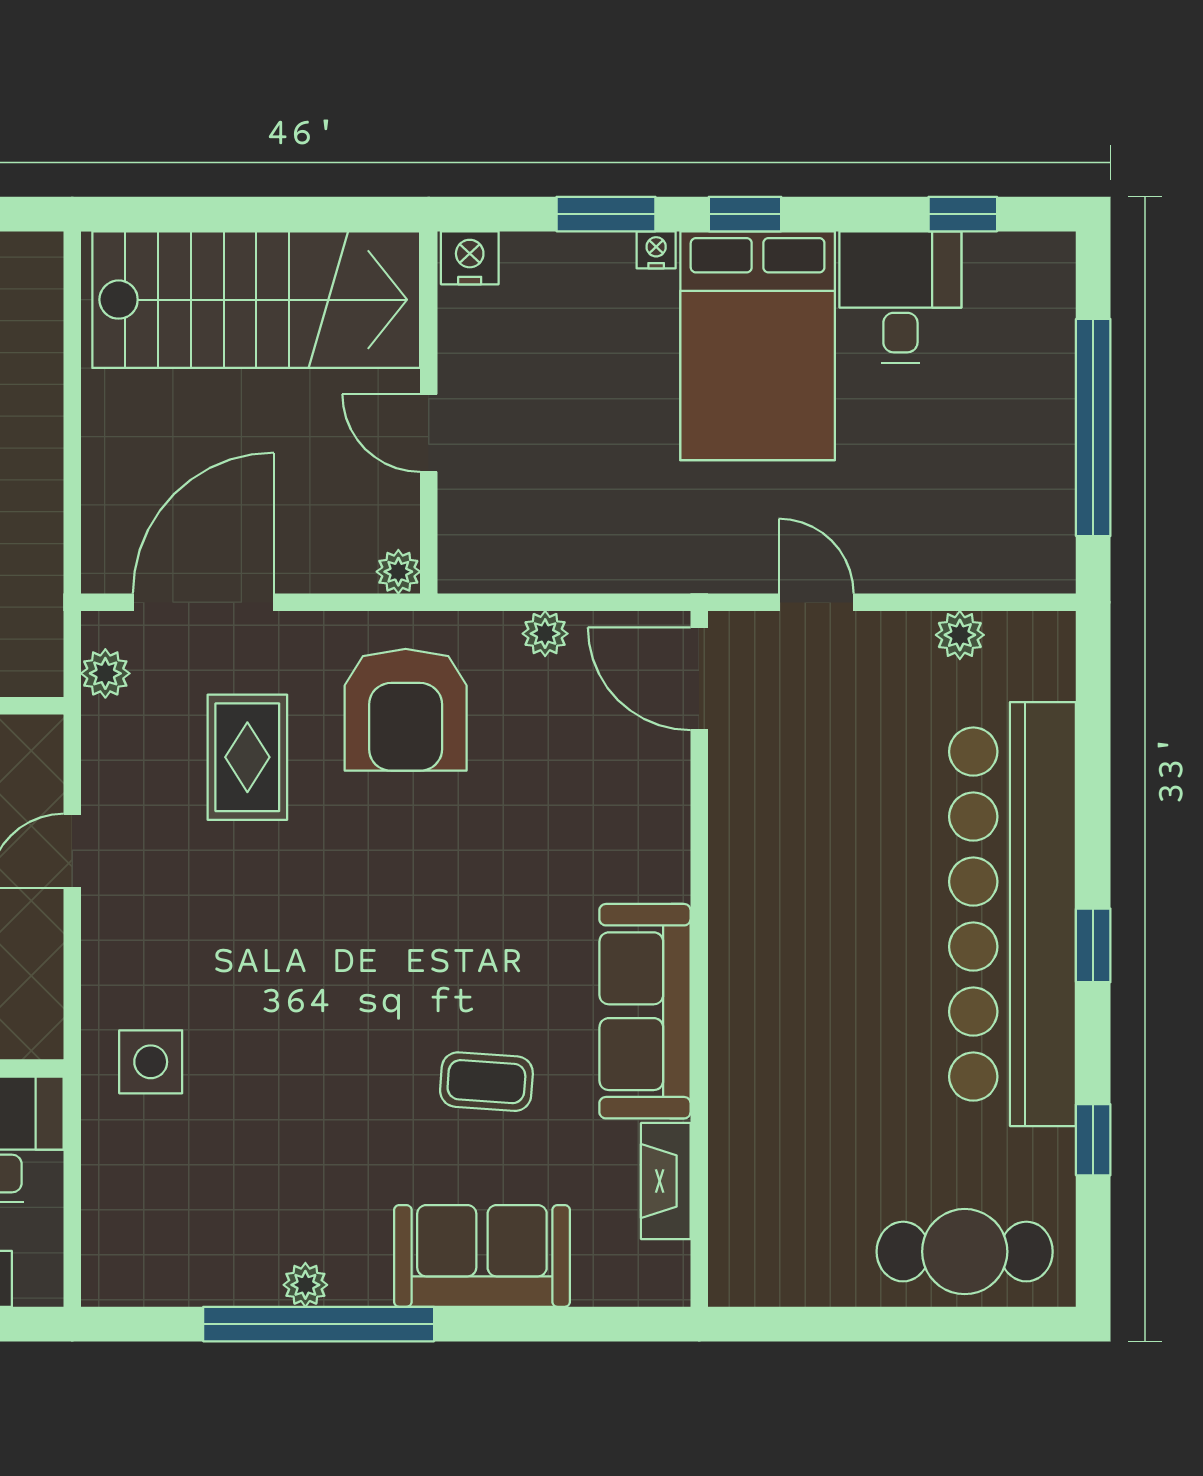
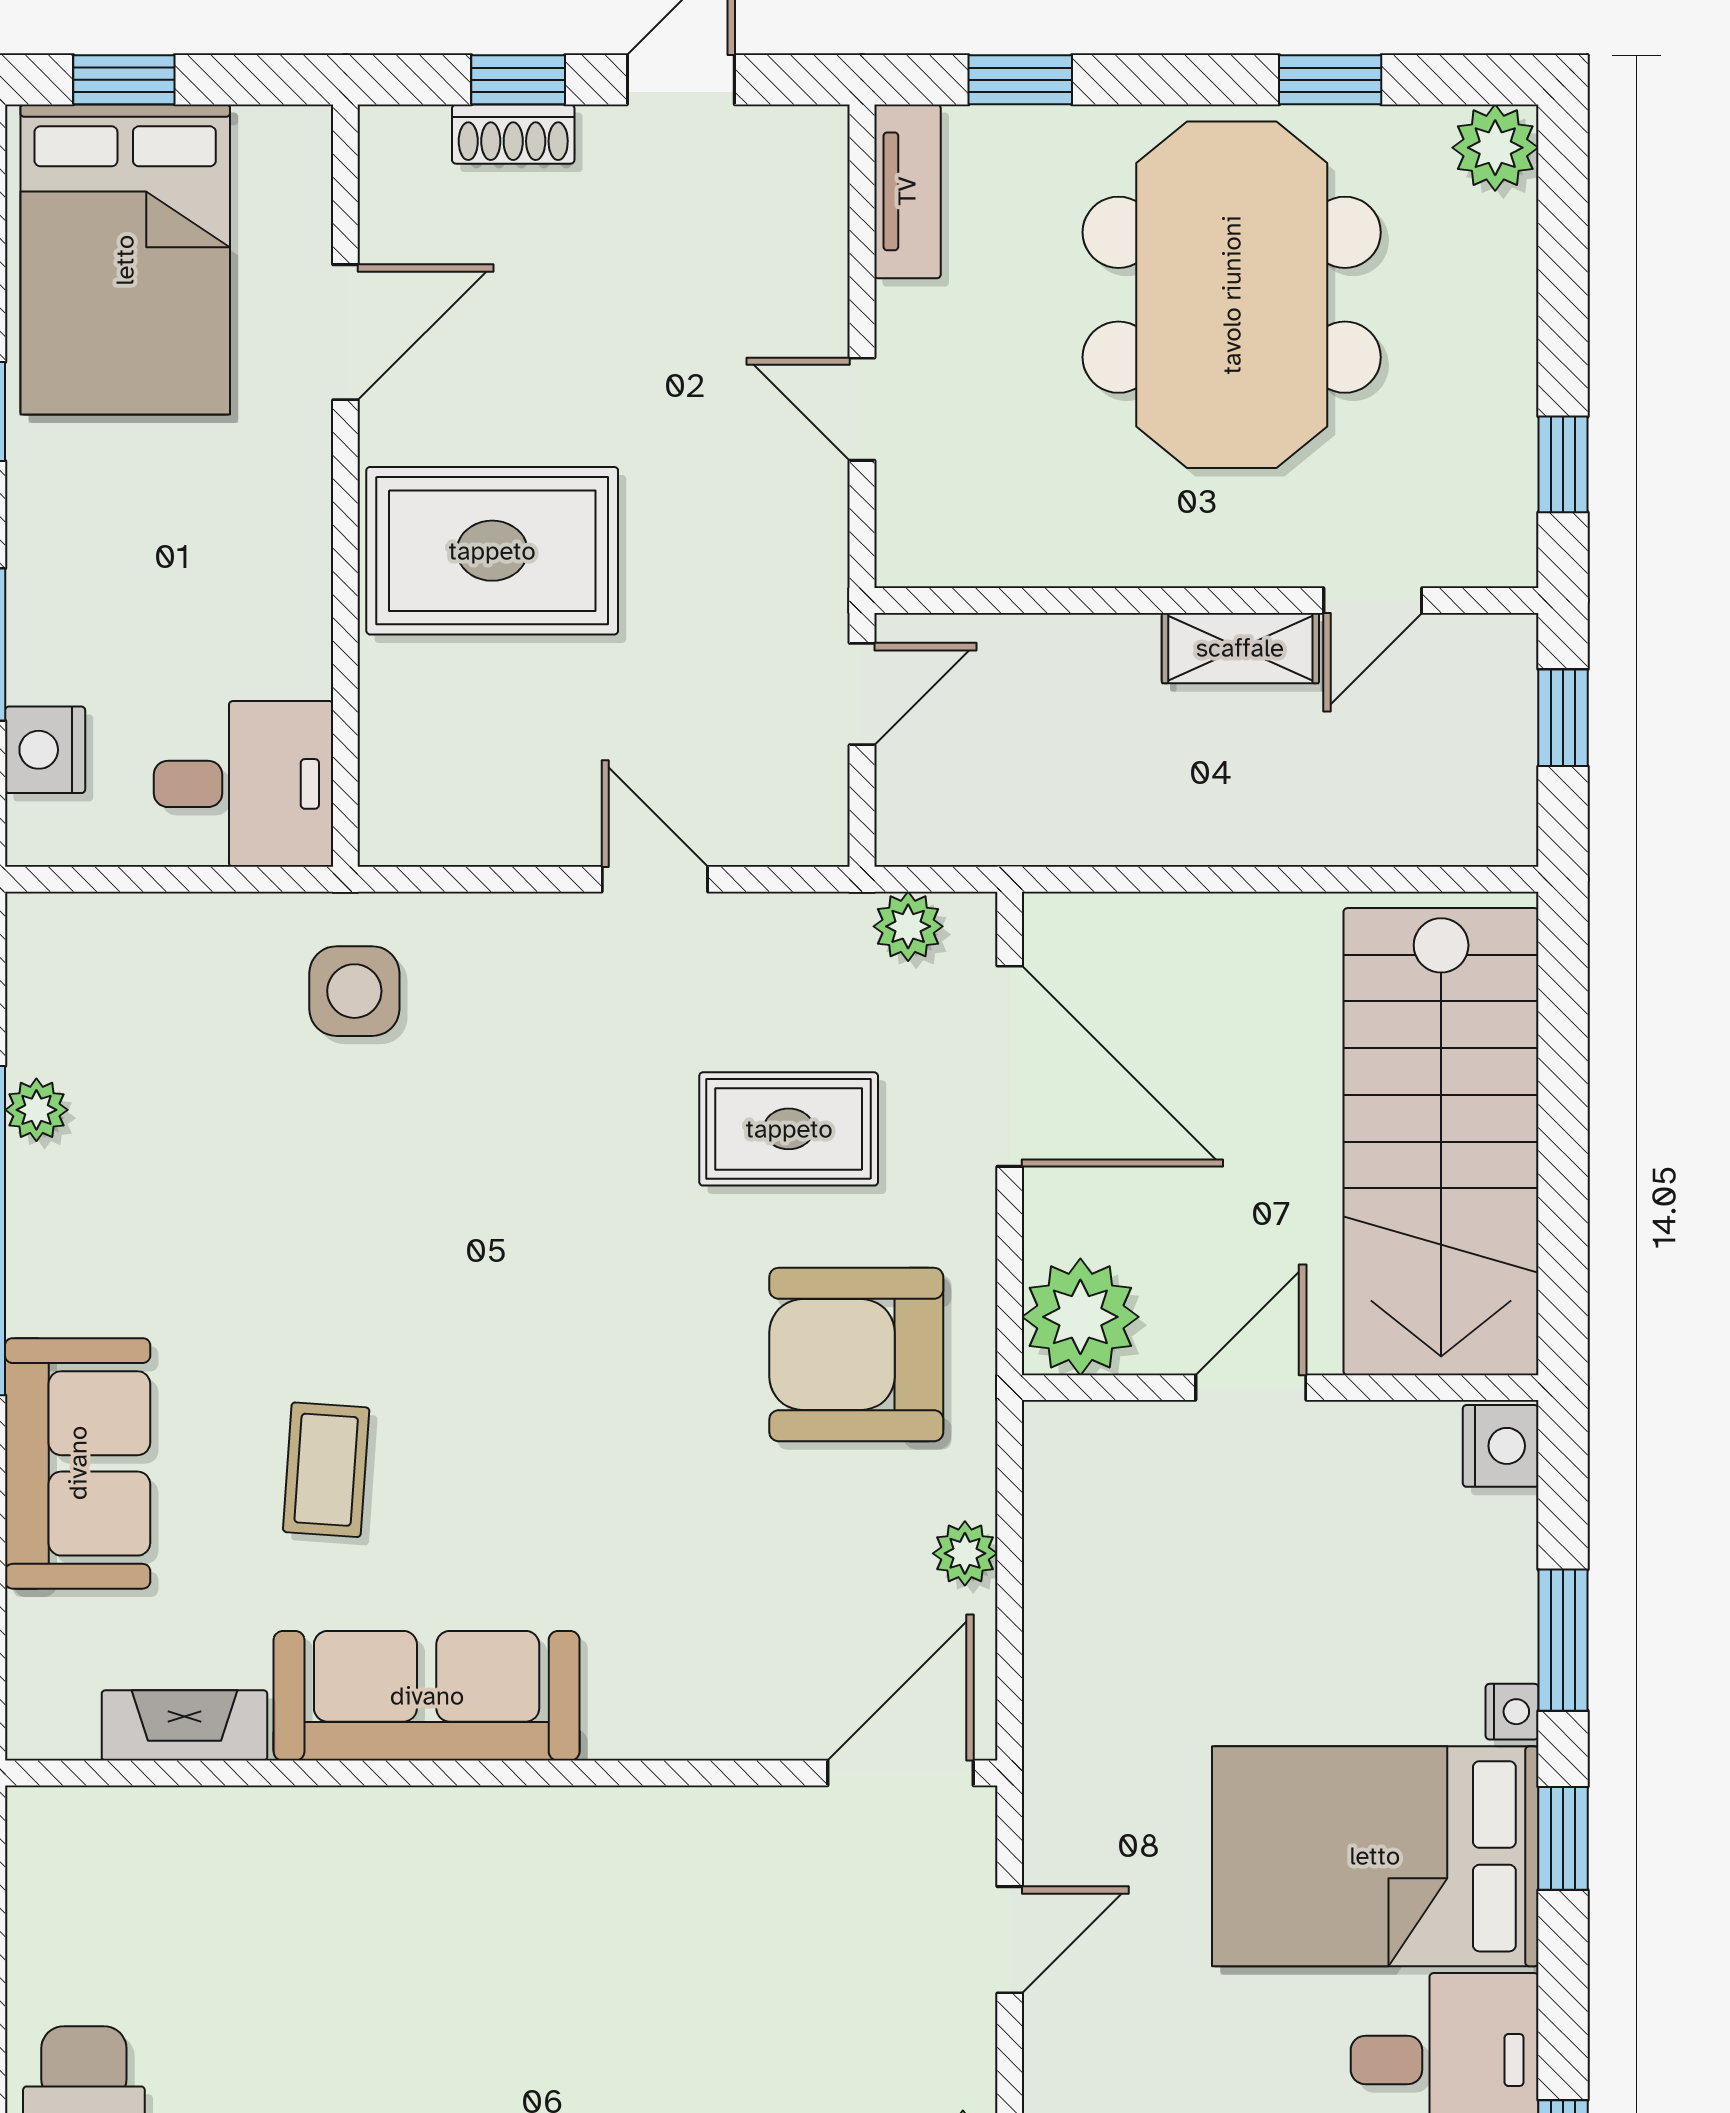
plant: (398, 572) -> (1080, 1317), width x1.87, depth x1.87
plant: (305, 1285) -> (36, 1110), moved

